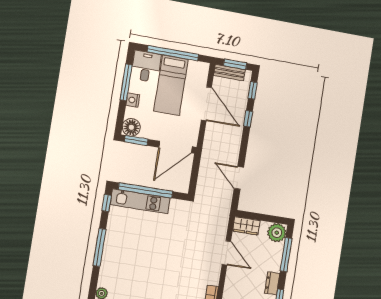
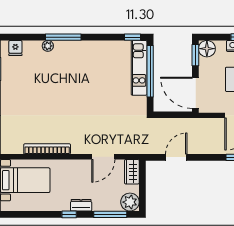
window: (99, 247) -> (63, 37), moved

